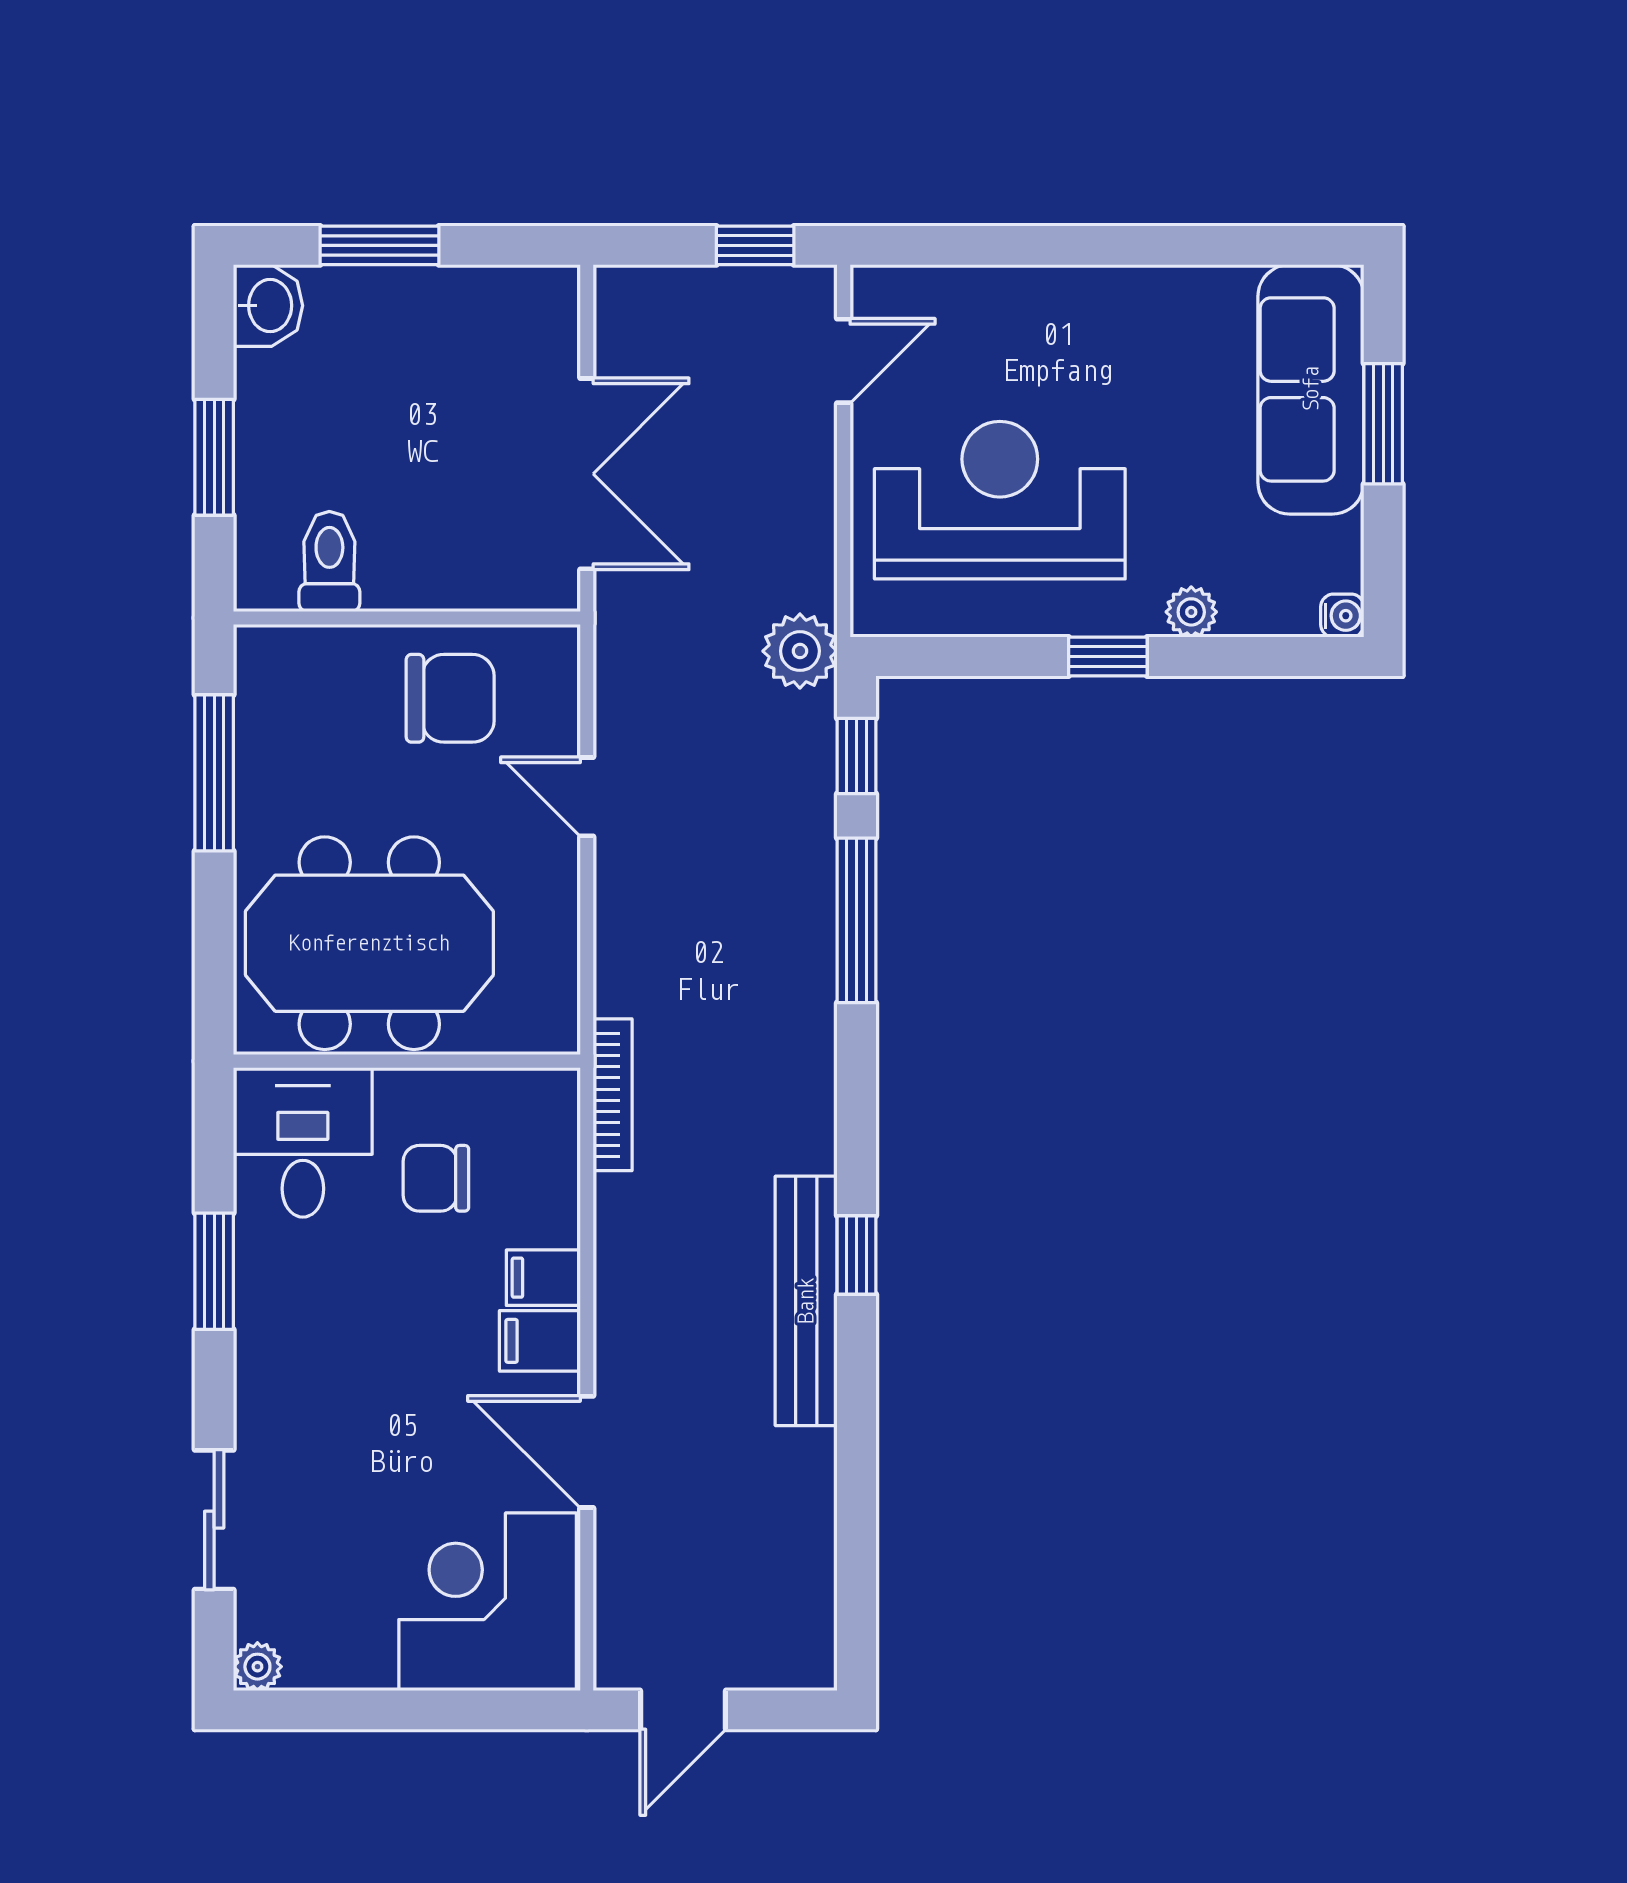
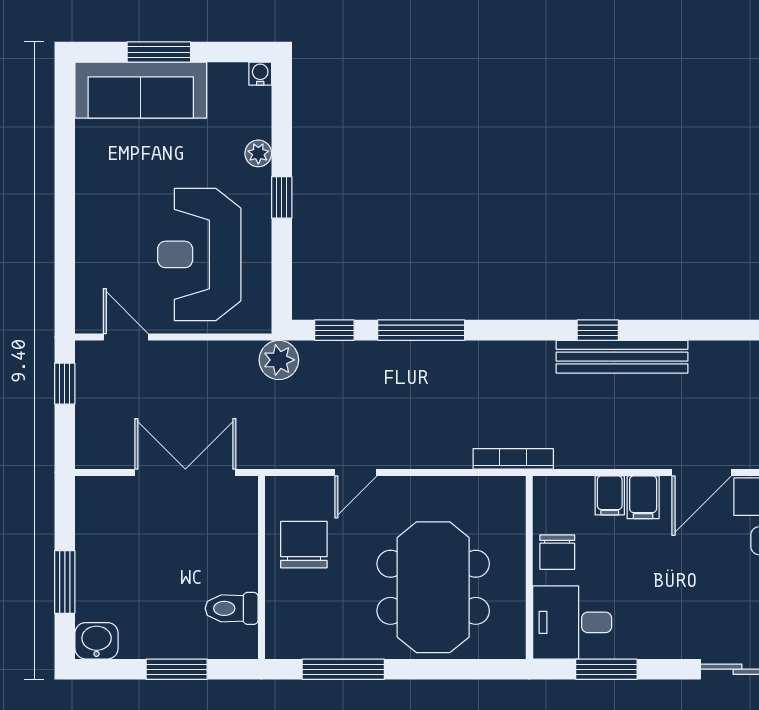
wall: (407, 1061) -> (529, 567), moved
desk: (303, 1142) -> (572, 622), moved

